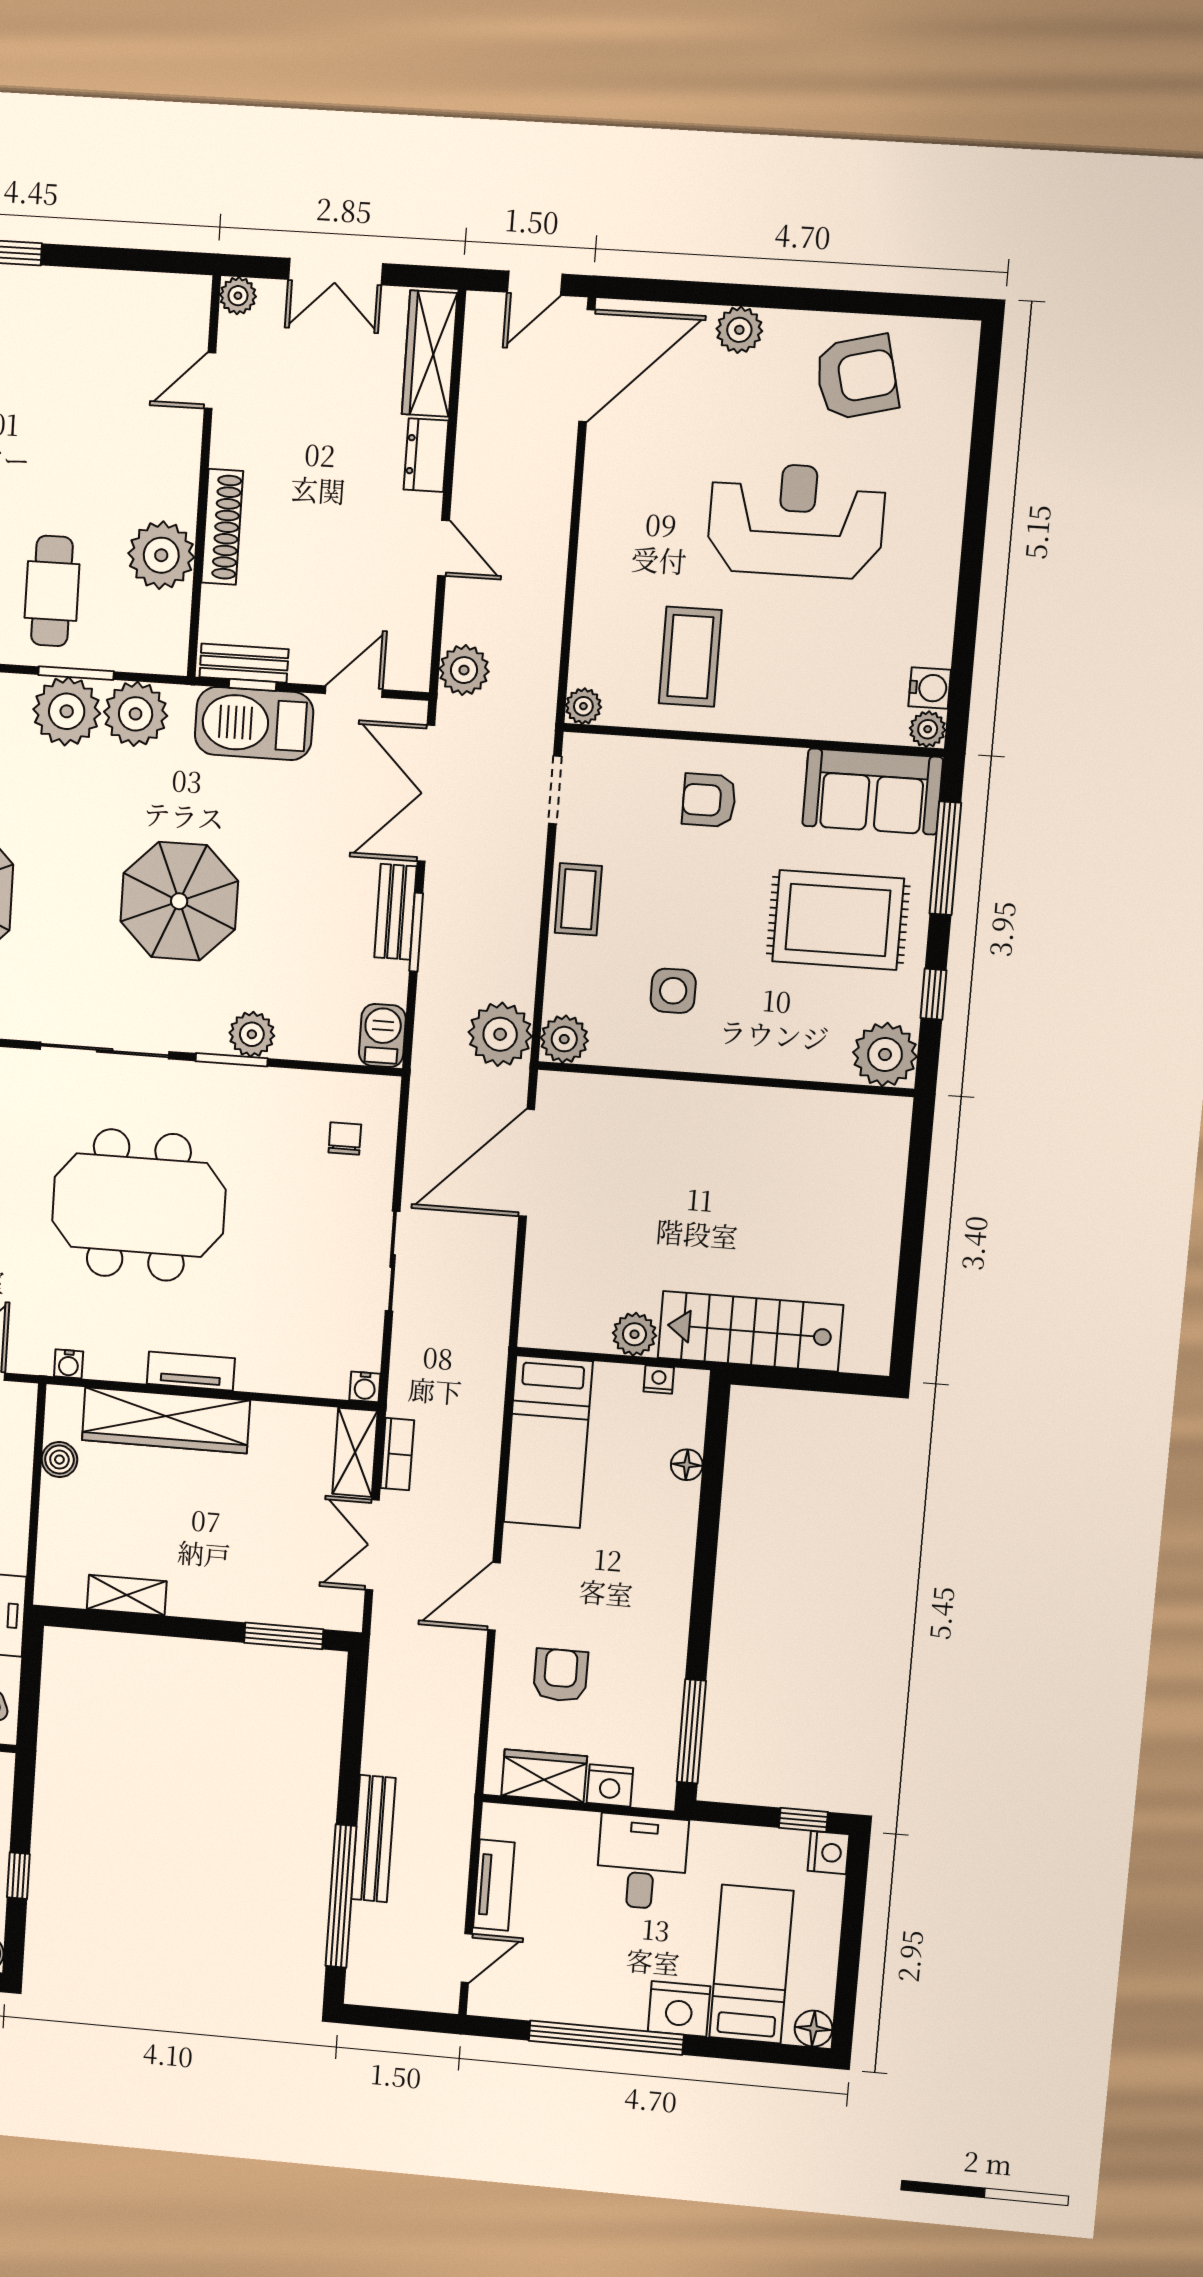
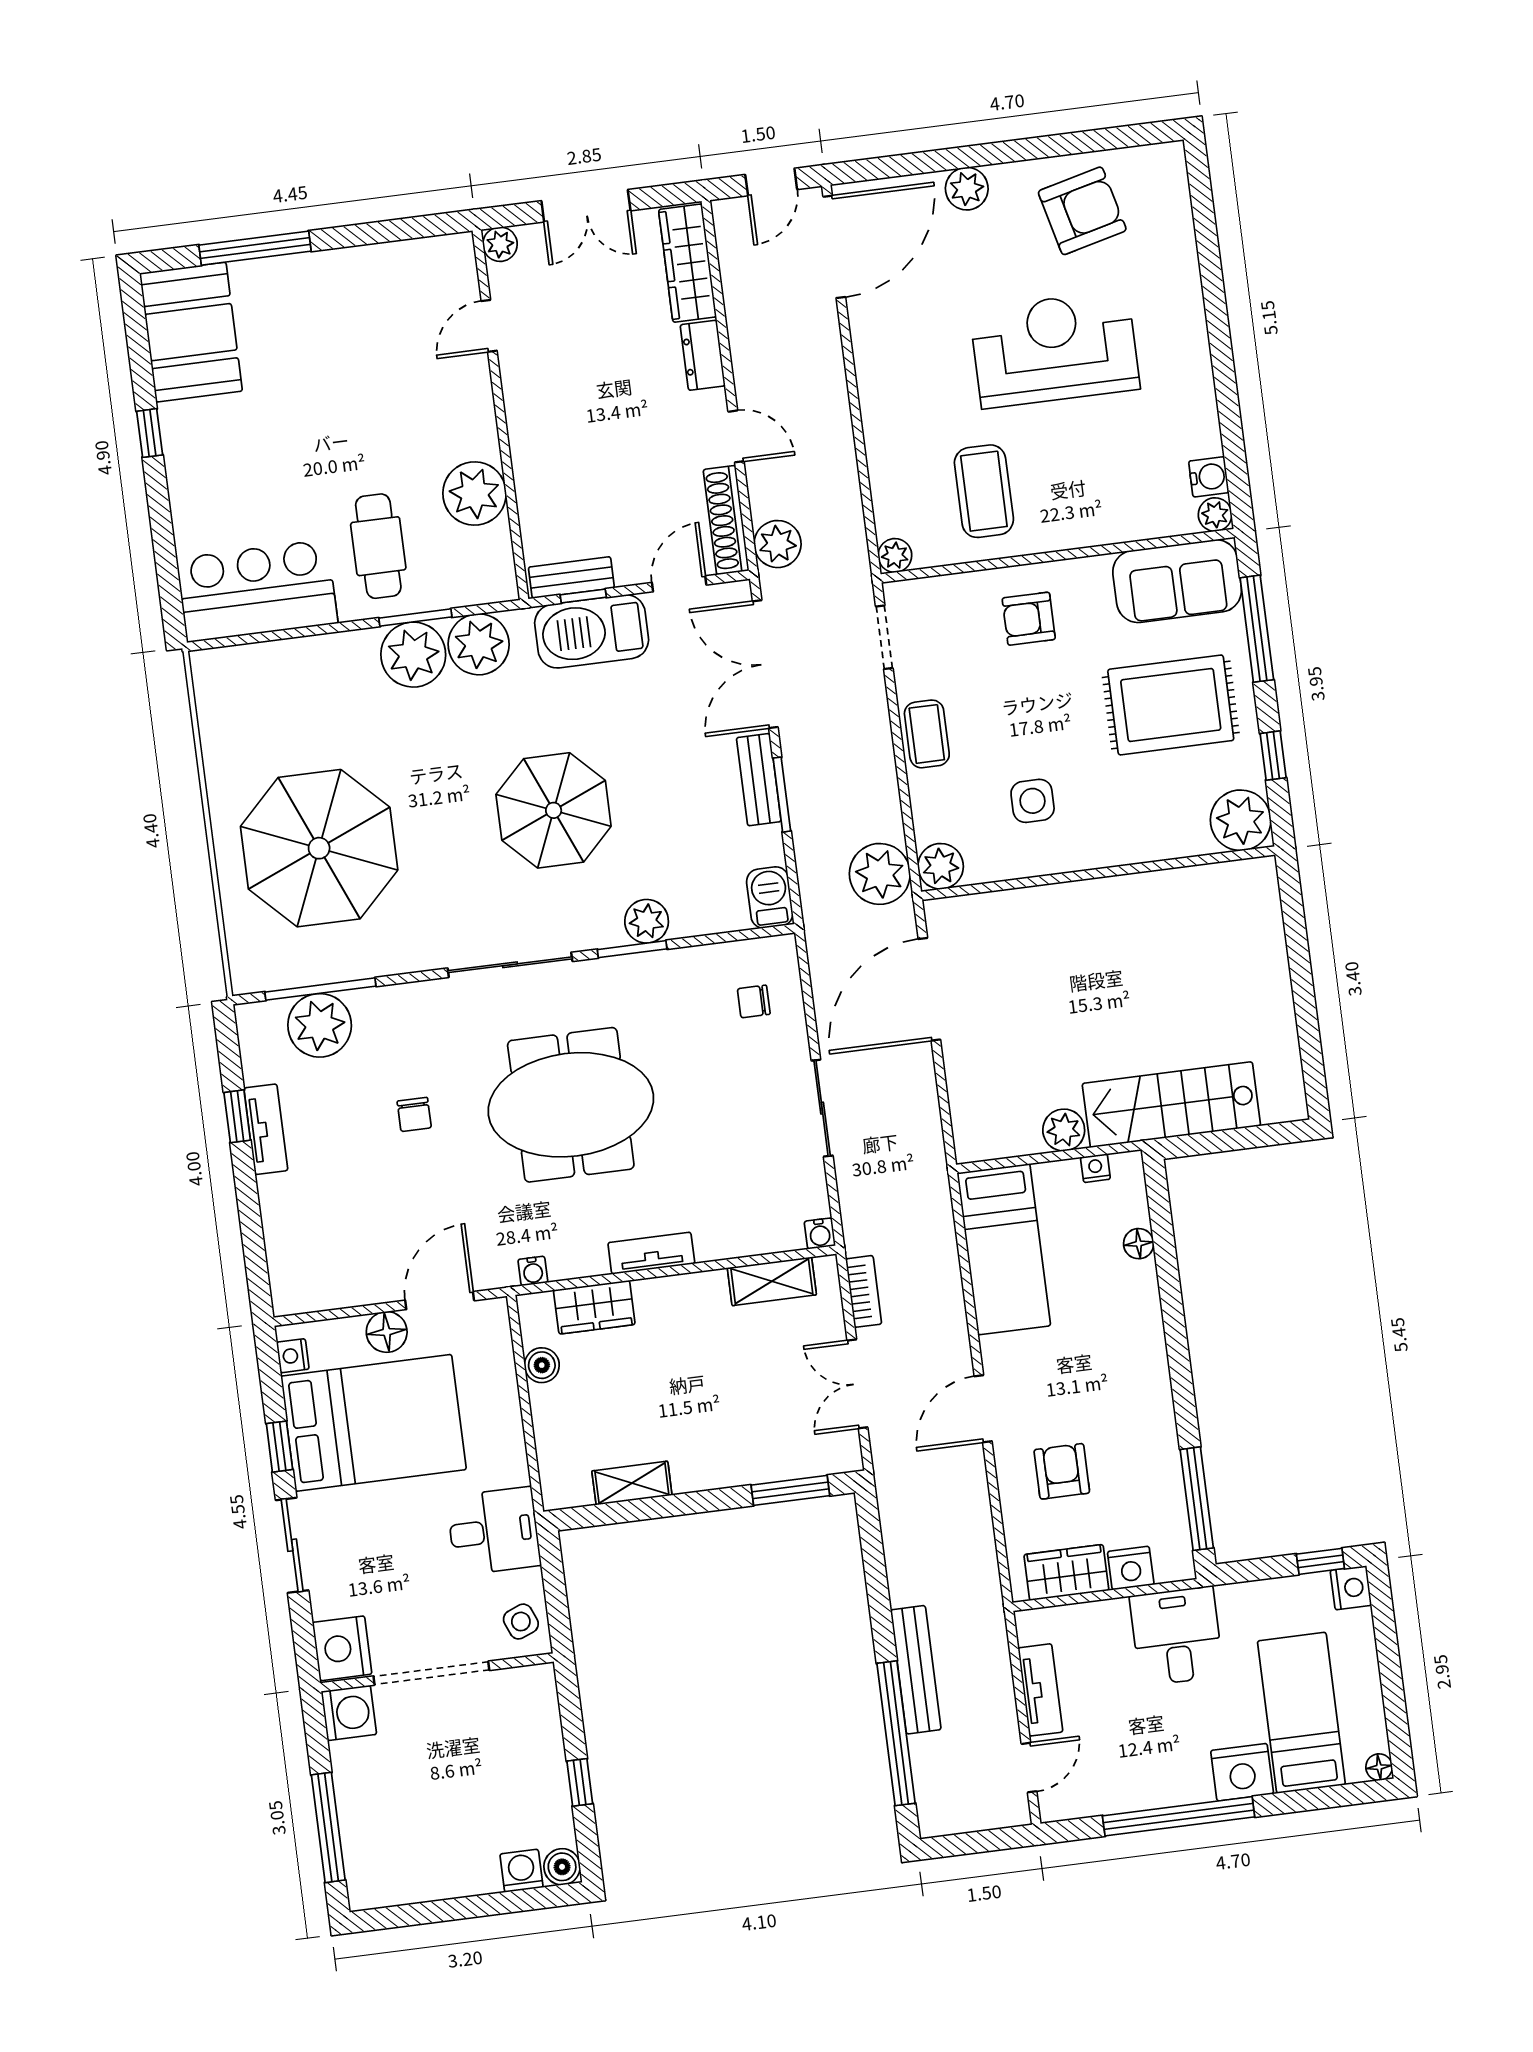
shoe rack: (222, 527) -> (726, 520), moved, turned 180
chair: (345, 1139) -> (754, 1001), turned -90
wardrobe: (166, 1420) -> (594, 1307), width x0.48, depth x0.85
shelving: (355, 1452) -> (772, 1281), moved, turned 90
floor lamp: (813, 2029) -> (1379, 1767), width x0.73, depth x0.73

